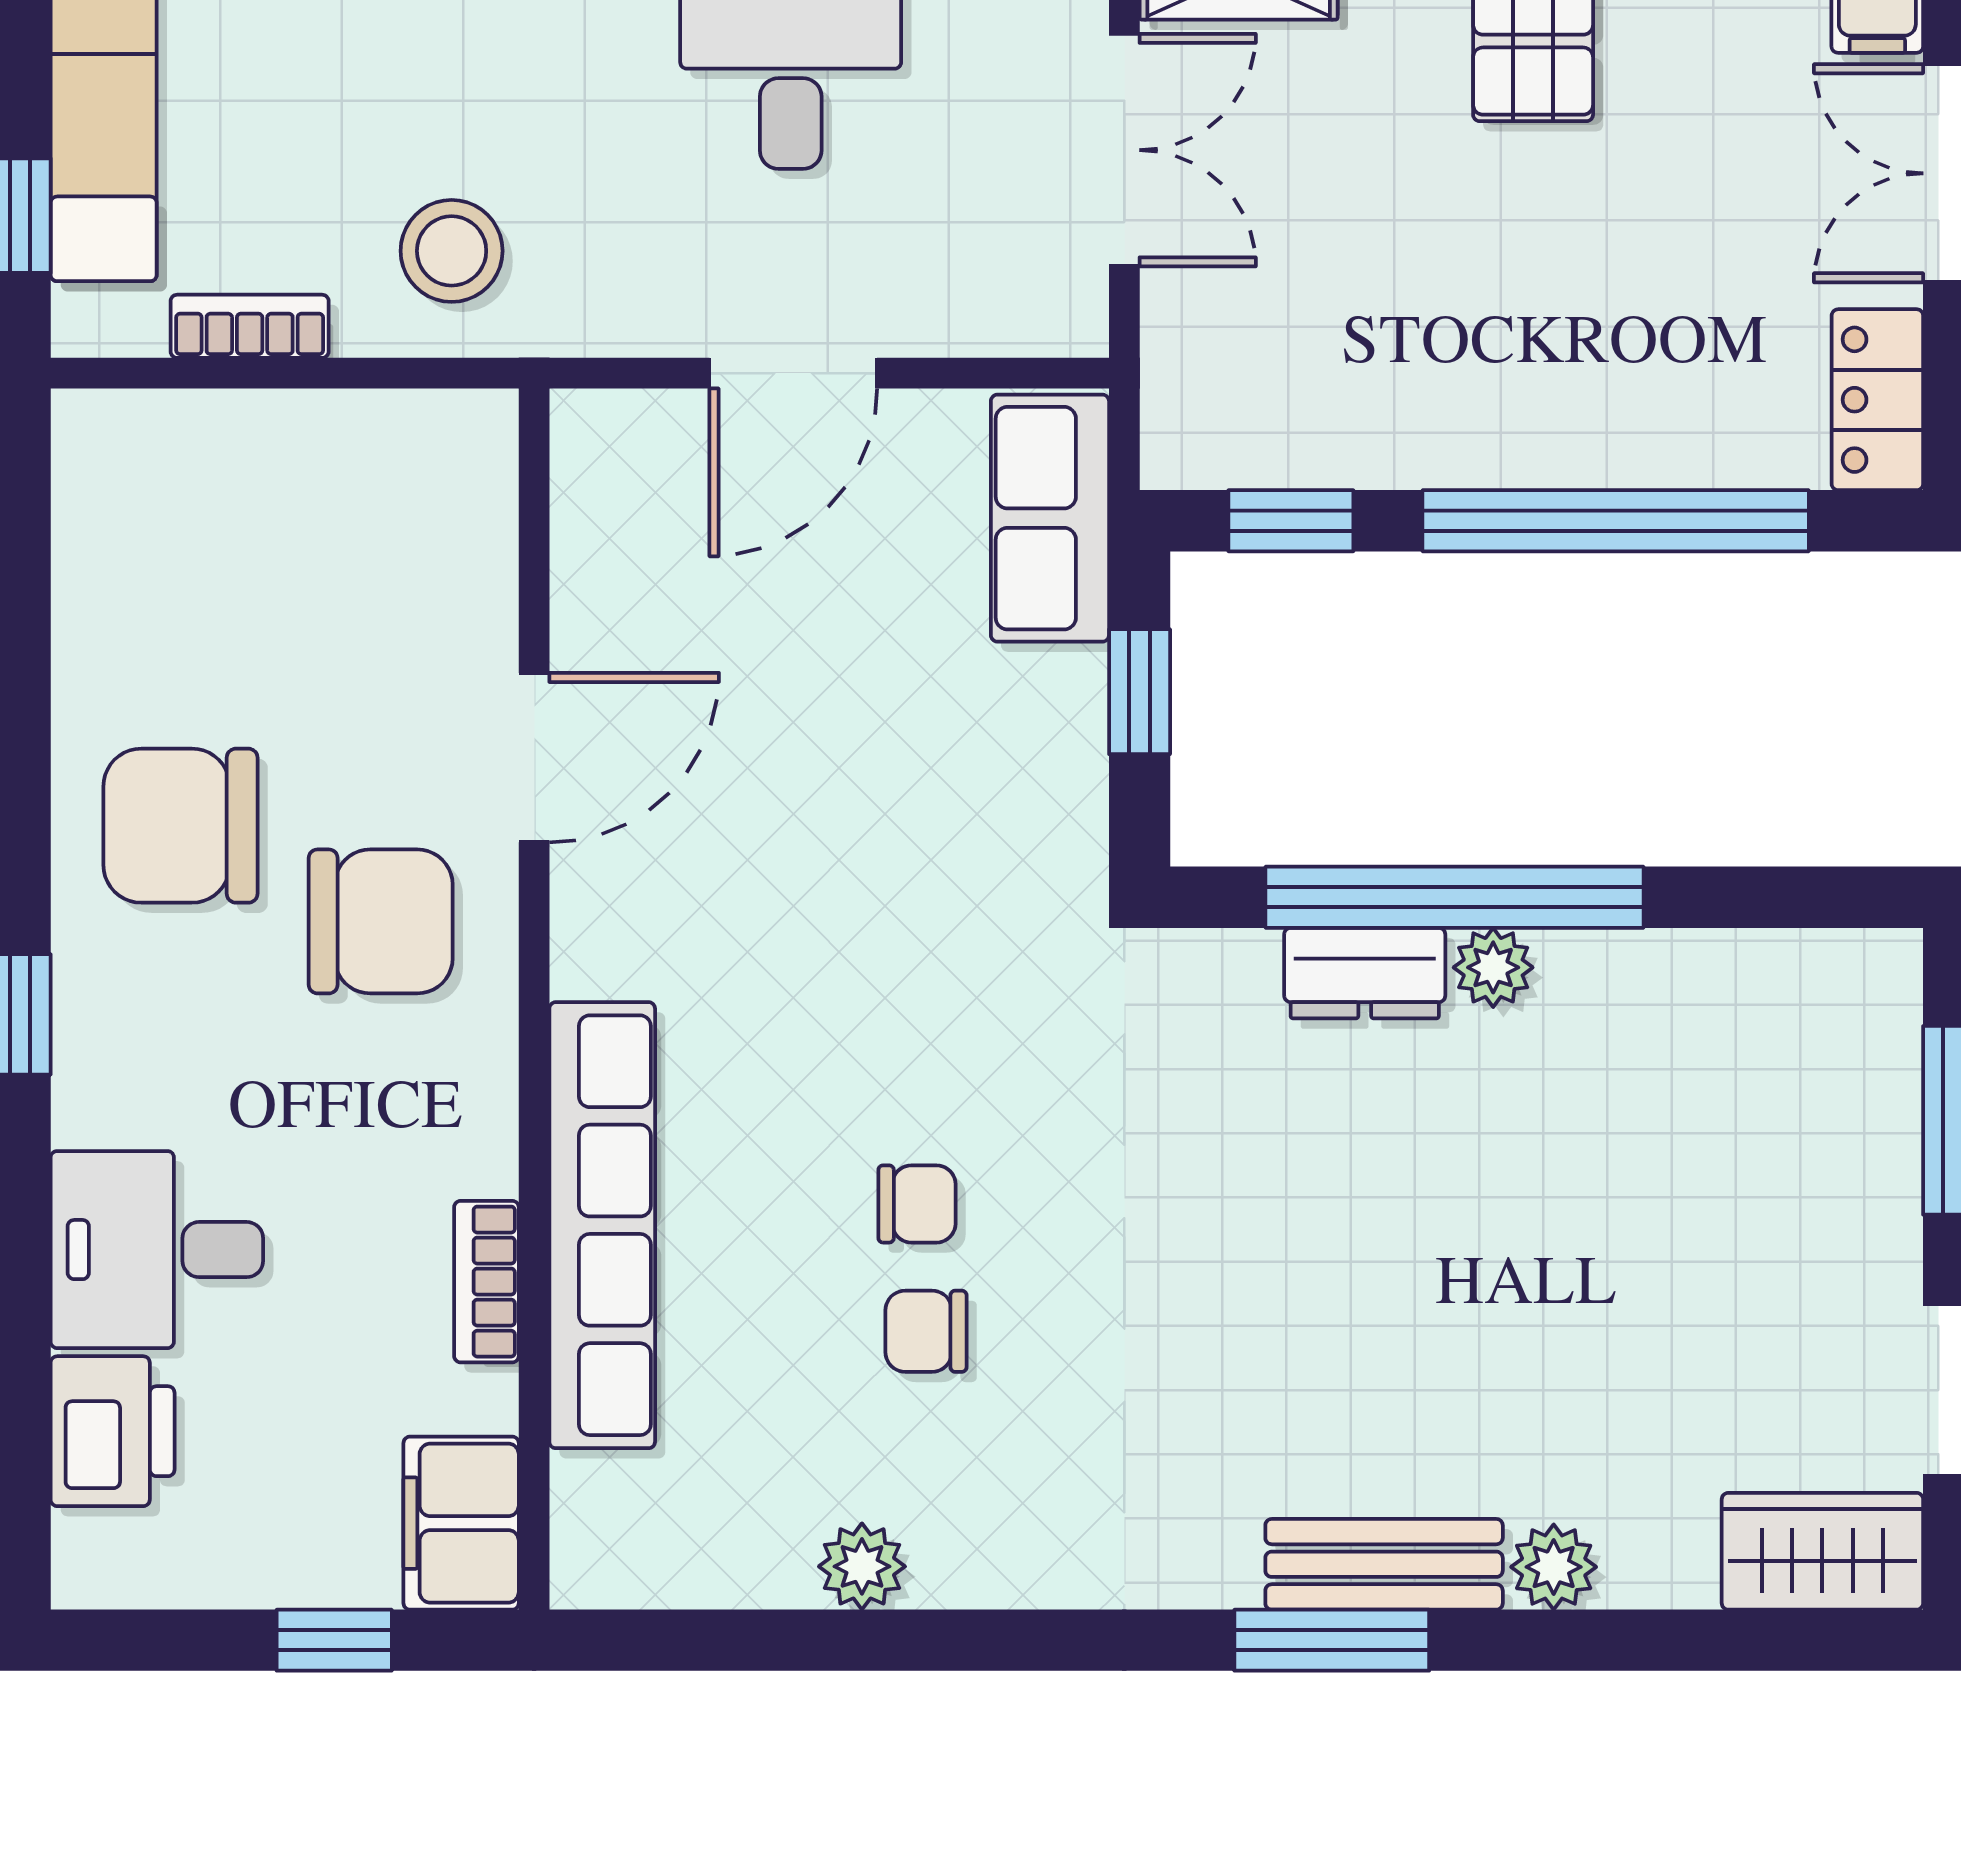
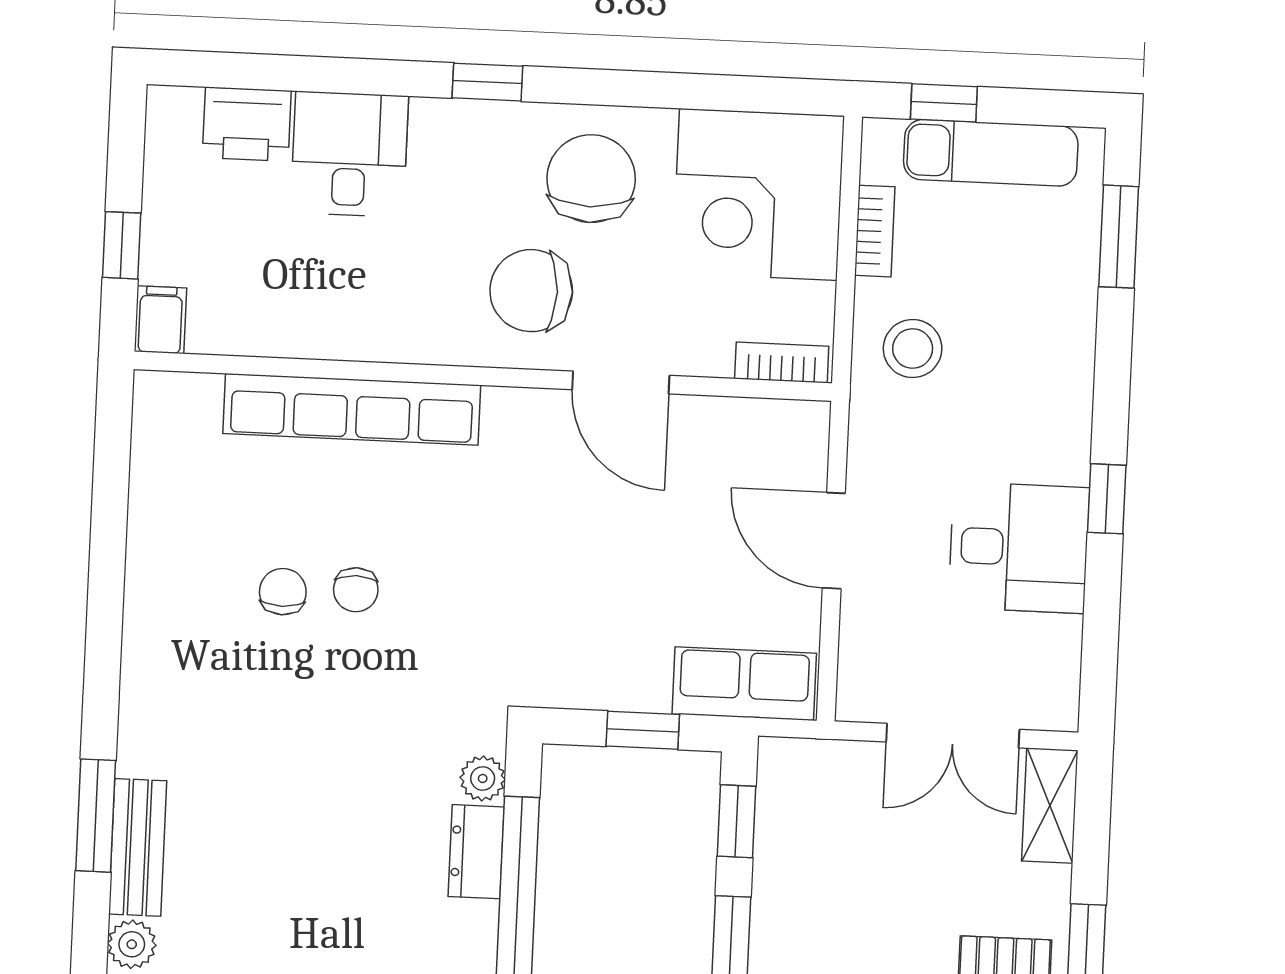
corner desk: (195, 533) -> (758, 194), added
chair: (381, 921) -> (531, 291), turned 90
plant: (1493, 967) -> (483, 778), moved
bookcase: (486, 1282) -> (782, 363), moved
filing cabinet: (461, 1523) -> (160, 320), width x0.50
plant: (862, 1566) -> (150, 549), removed

